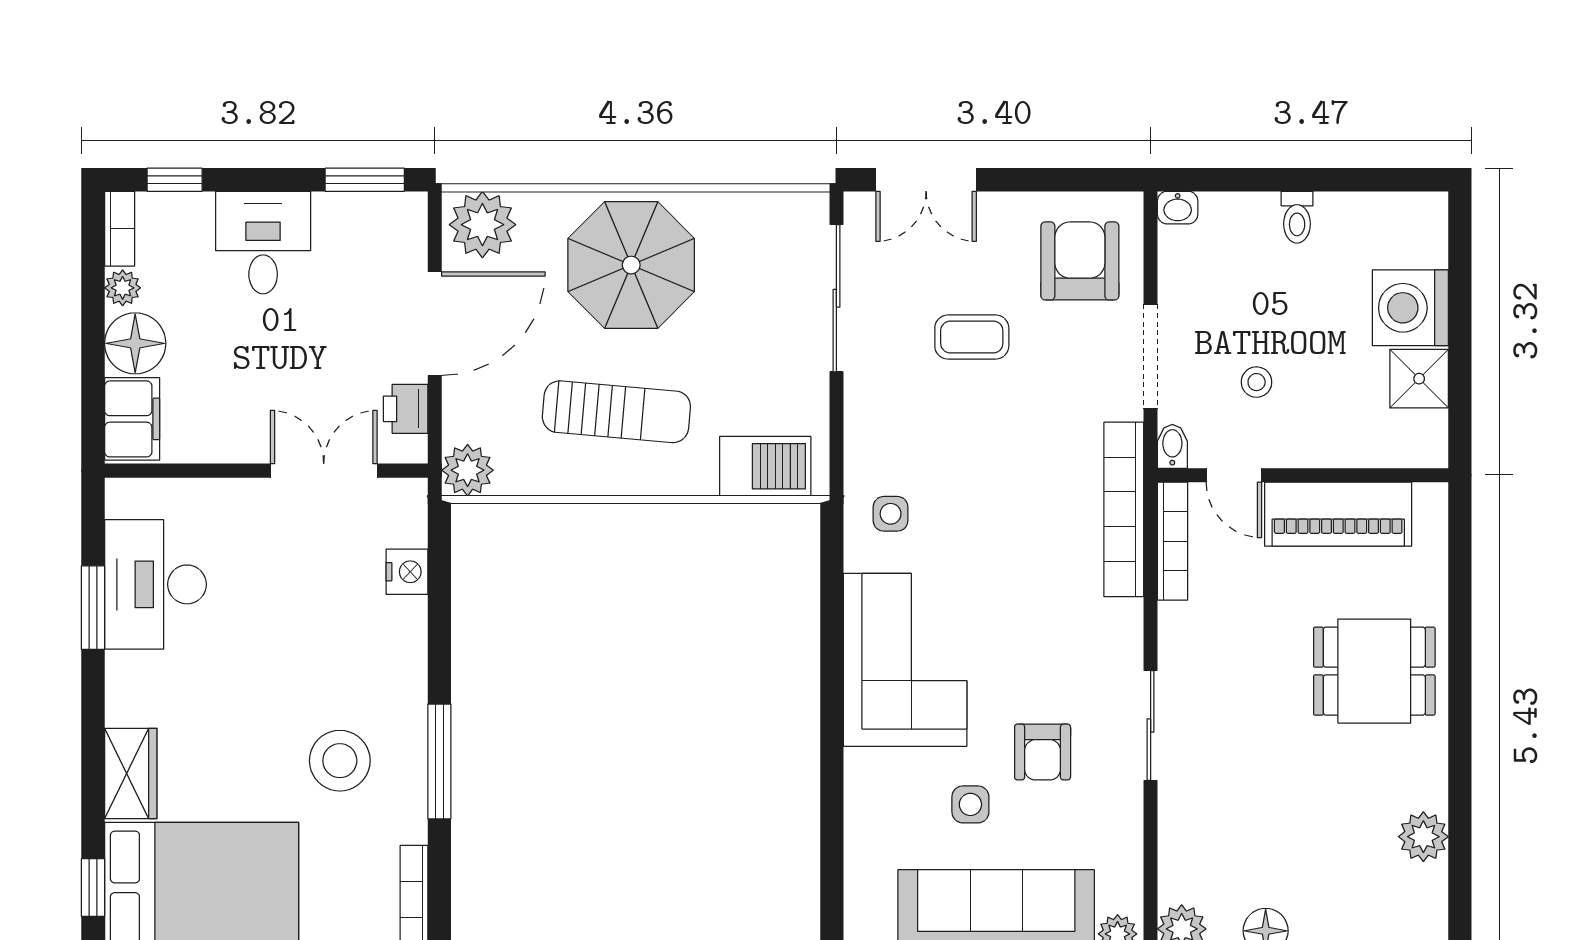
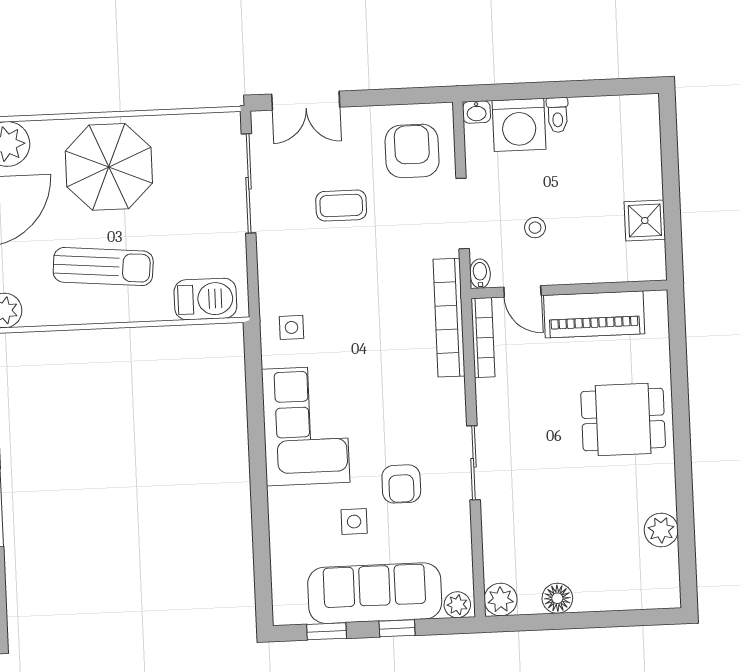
washing machine: (1410, 308) -> (519, 125), moved, turned -90

